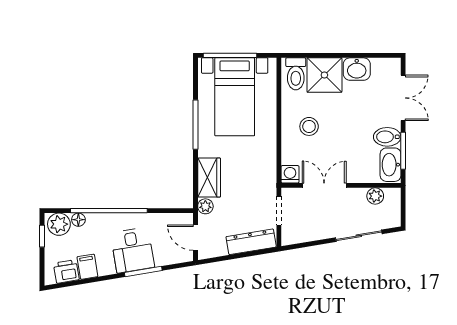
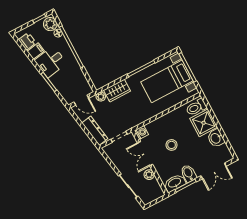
stool: (309, 126) -> (172, 145), moved
double door: (324, 185) -> (145, 154), swing flipped
plant: (375, 196) -> (149, 175), moved
door: (195, 238) -> (81, 100), swing flipped
desk: (133, 250) -> (51, 62), moved

